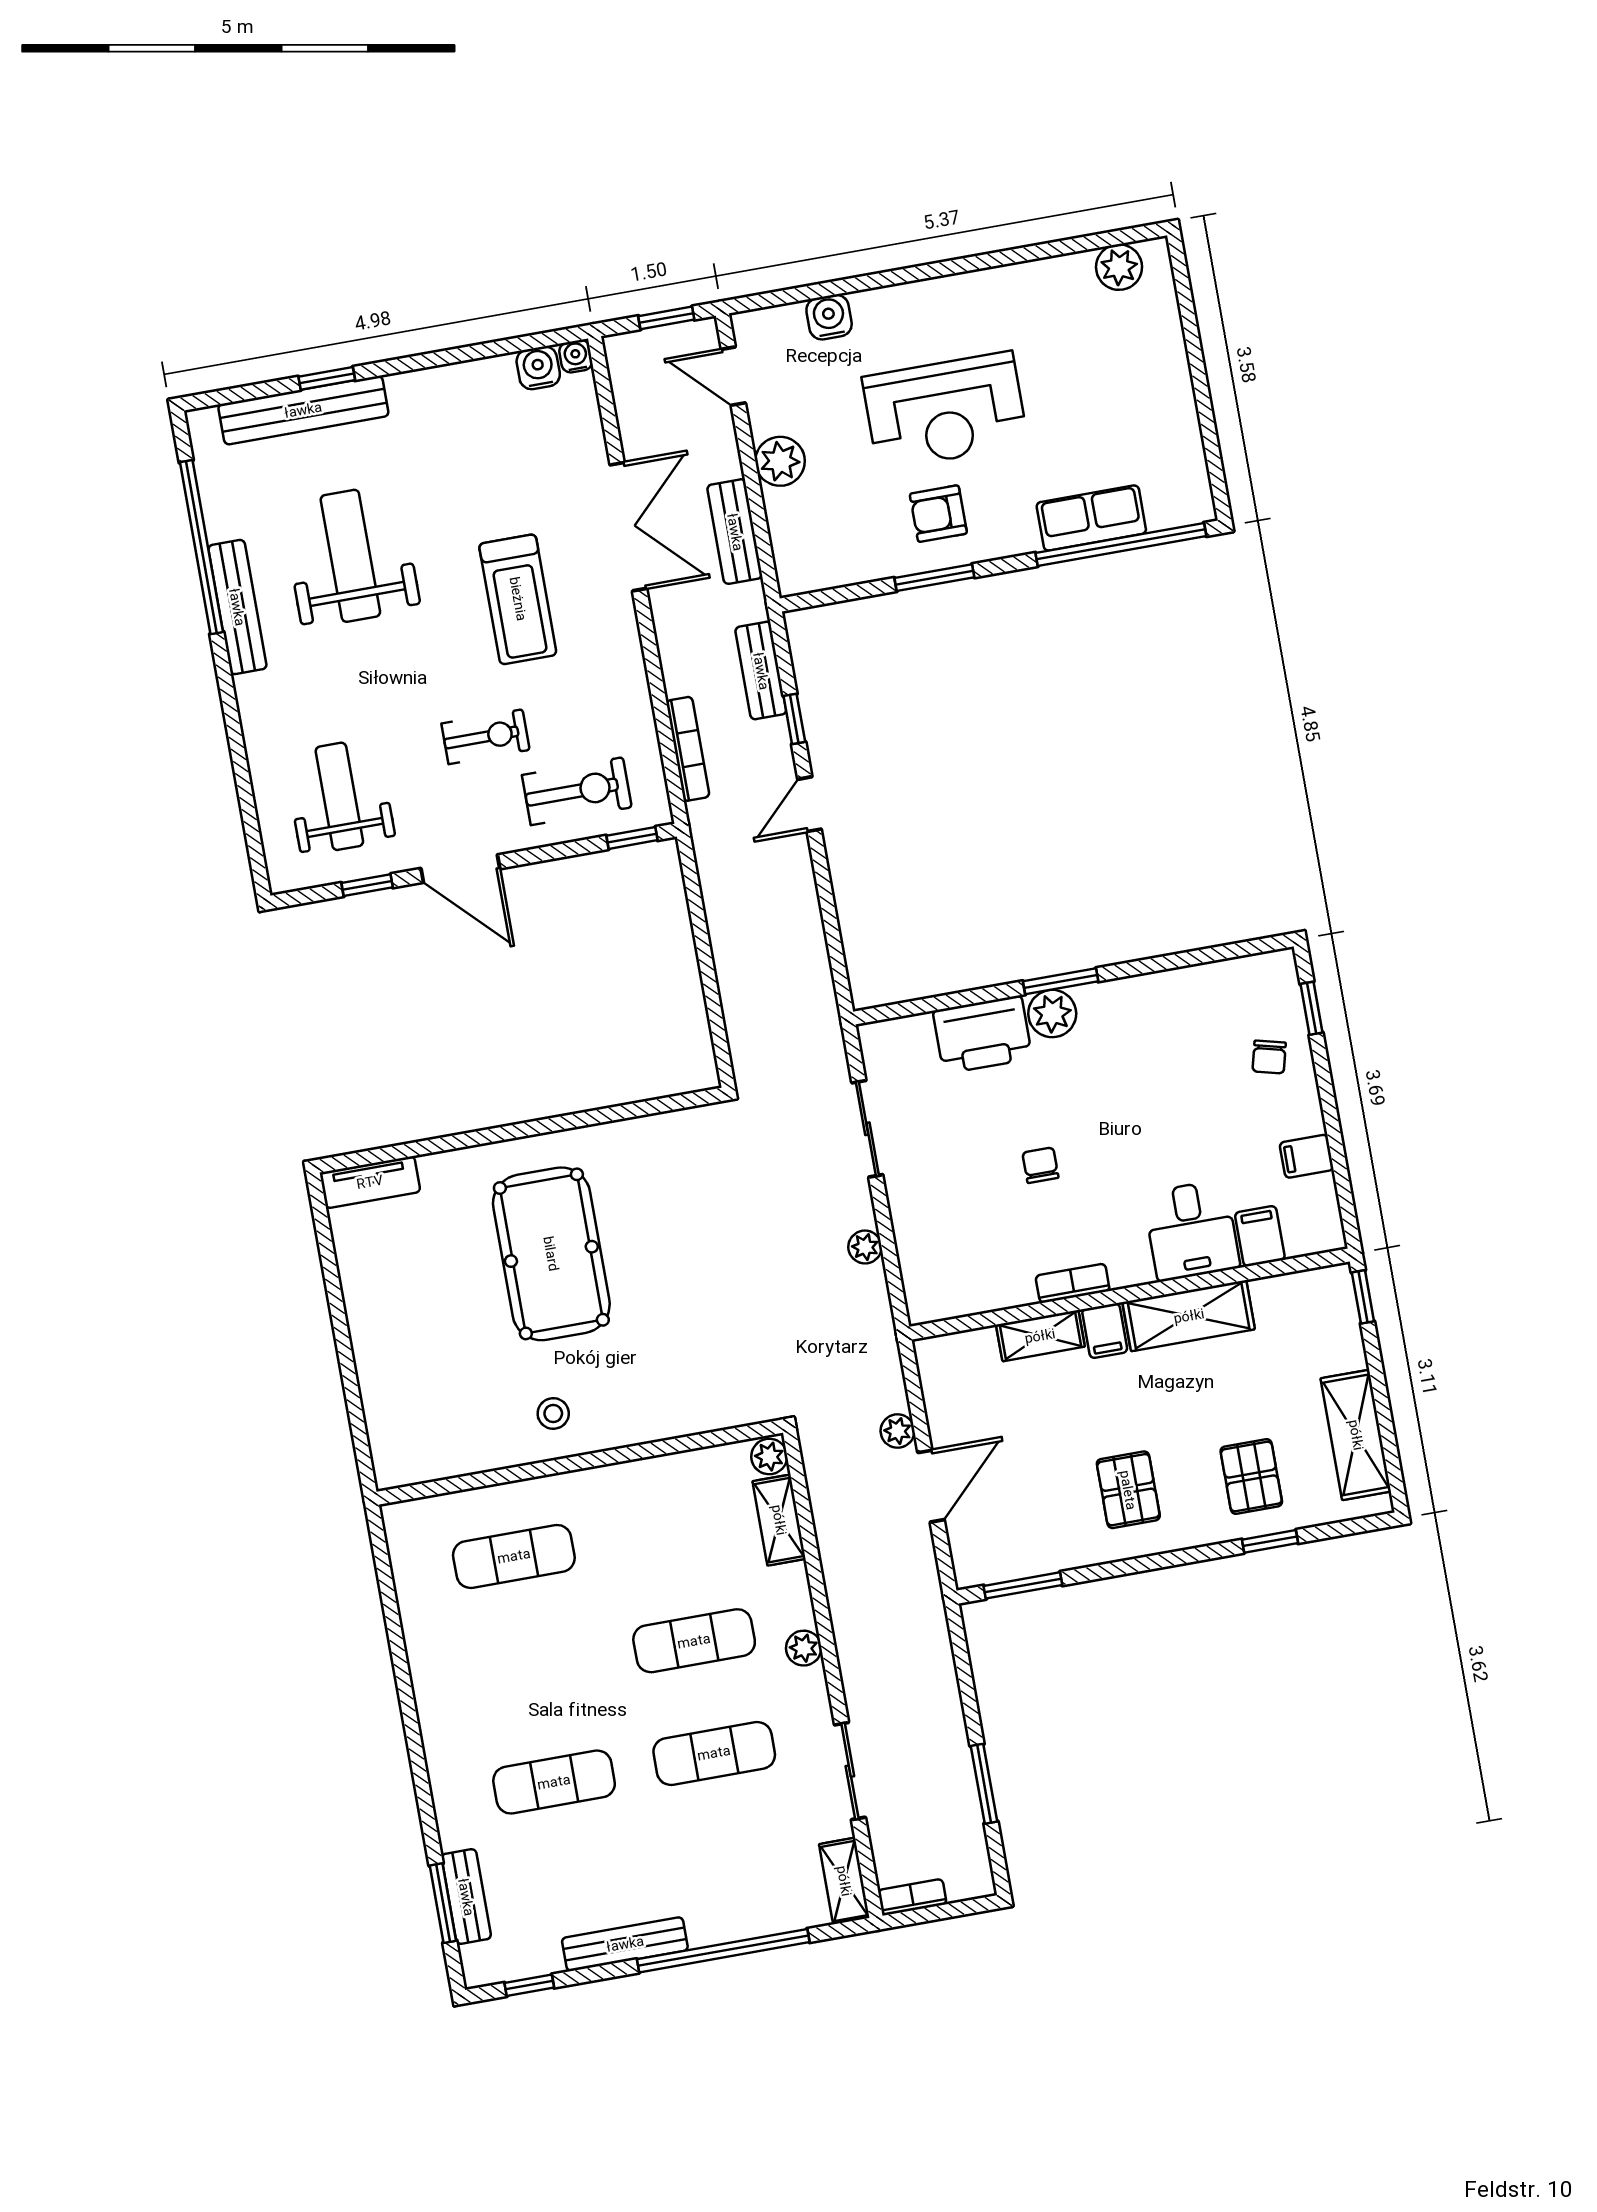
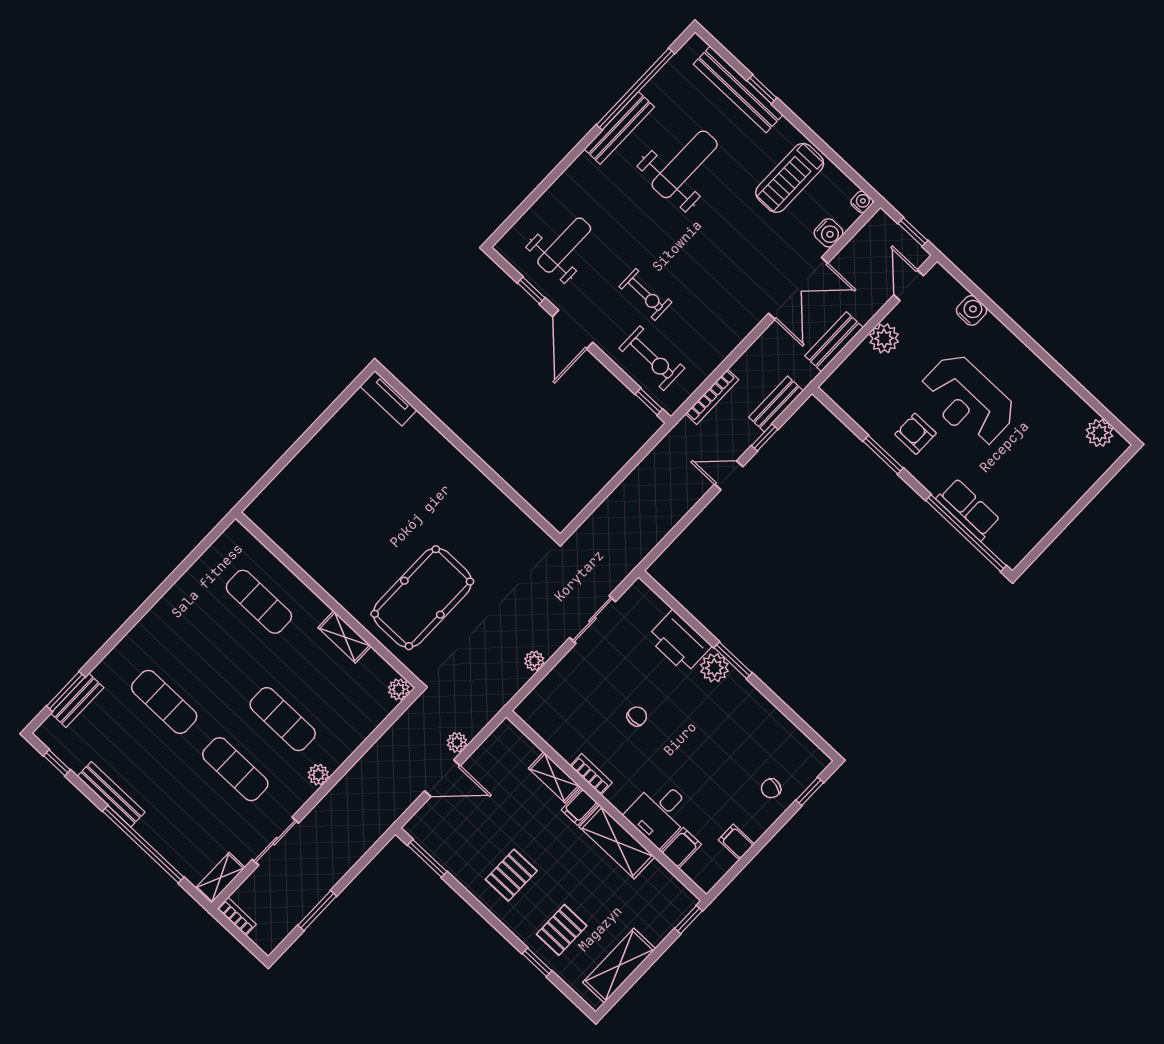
water cooler: (538, 368) -> (829, 233), moved, turned 90
treadmill: (518, 599) -> (790, 178), moved
pool table: (551, 1254) -> (422, 598), moved
stool: (553, 1413) -> (342, 570), removed
shelving: (779, 1520) -> (345, 637), moved, turned 90

